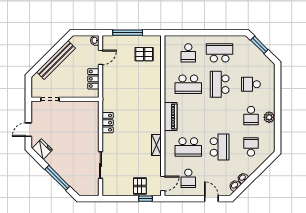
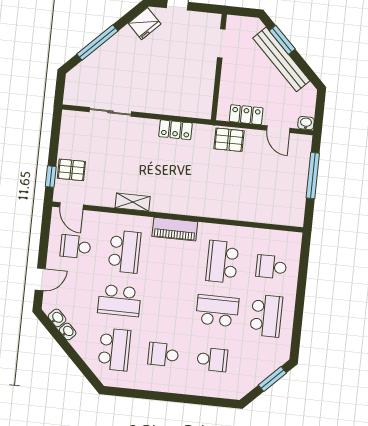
pallet: (144, 54) -> (229, 140), moved, turned 90
window: (44, 61) -> (282, 40), added
school desk: (251, 84) -> (212, 360), turned 90
plant: (269, 117) -> (158, 383), removed
school desk: (188, 147) -> (124, 252), turned 180
school desk: (251, 147) -> (114, 349), width x1.85

